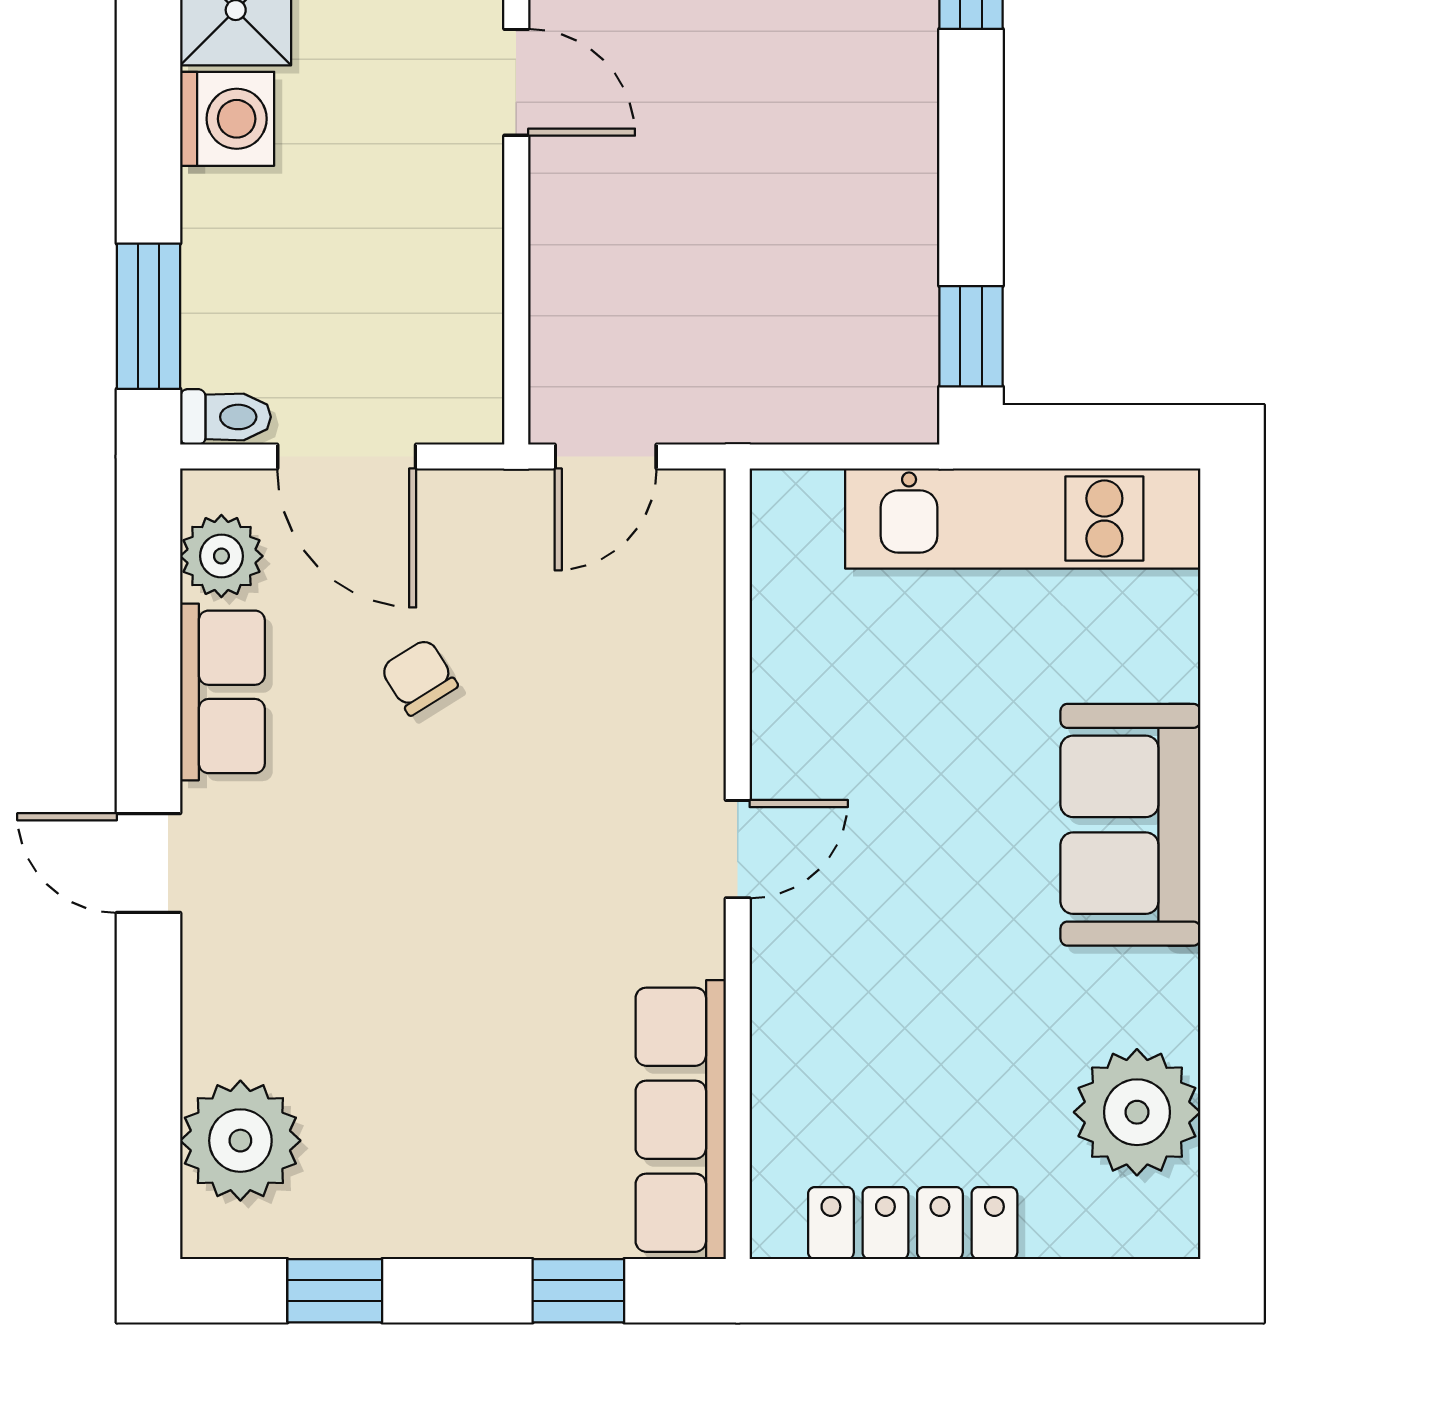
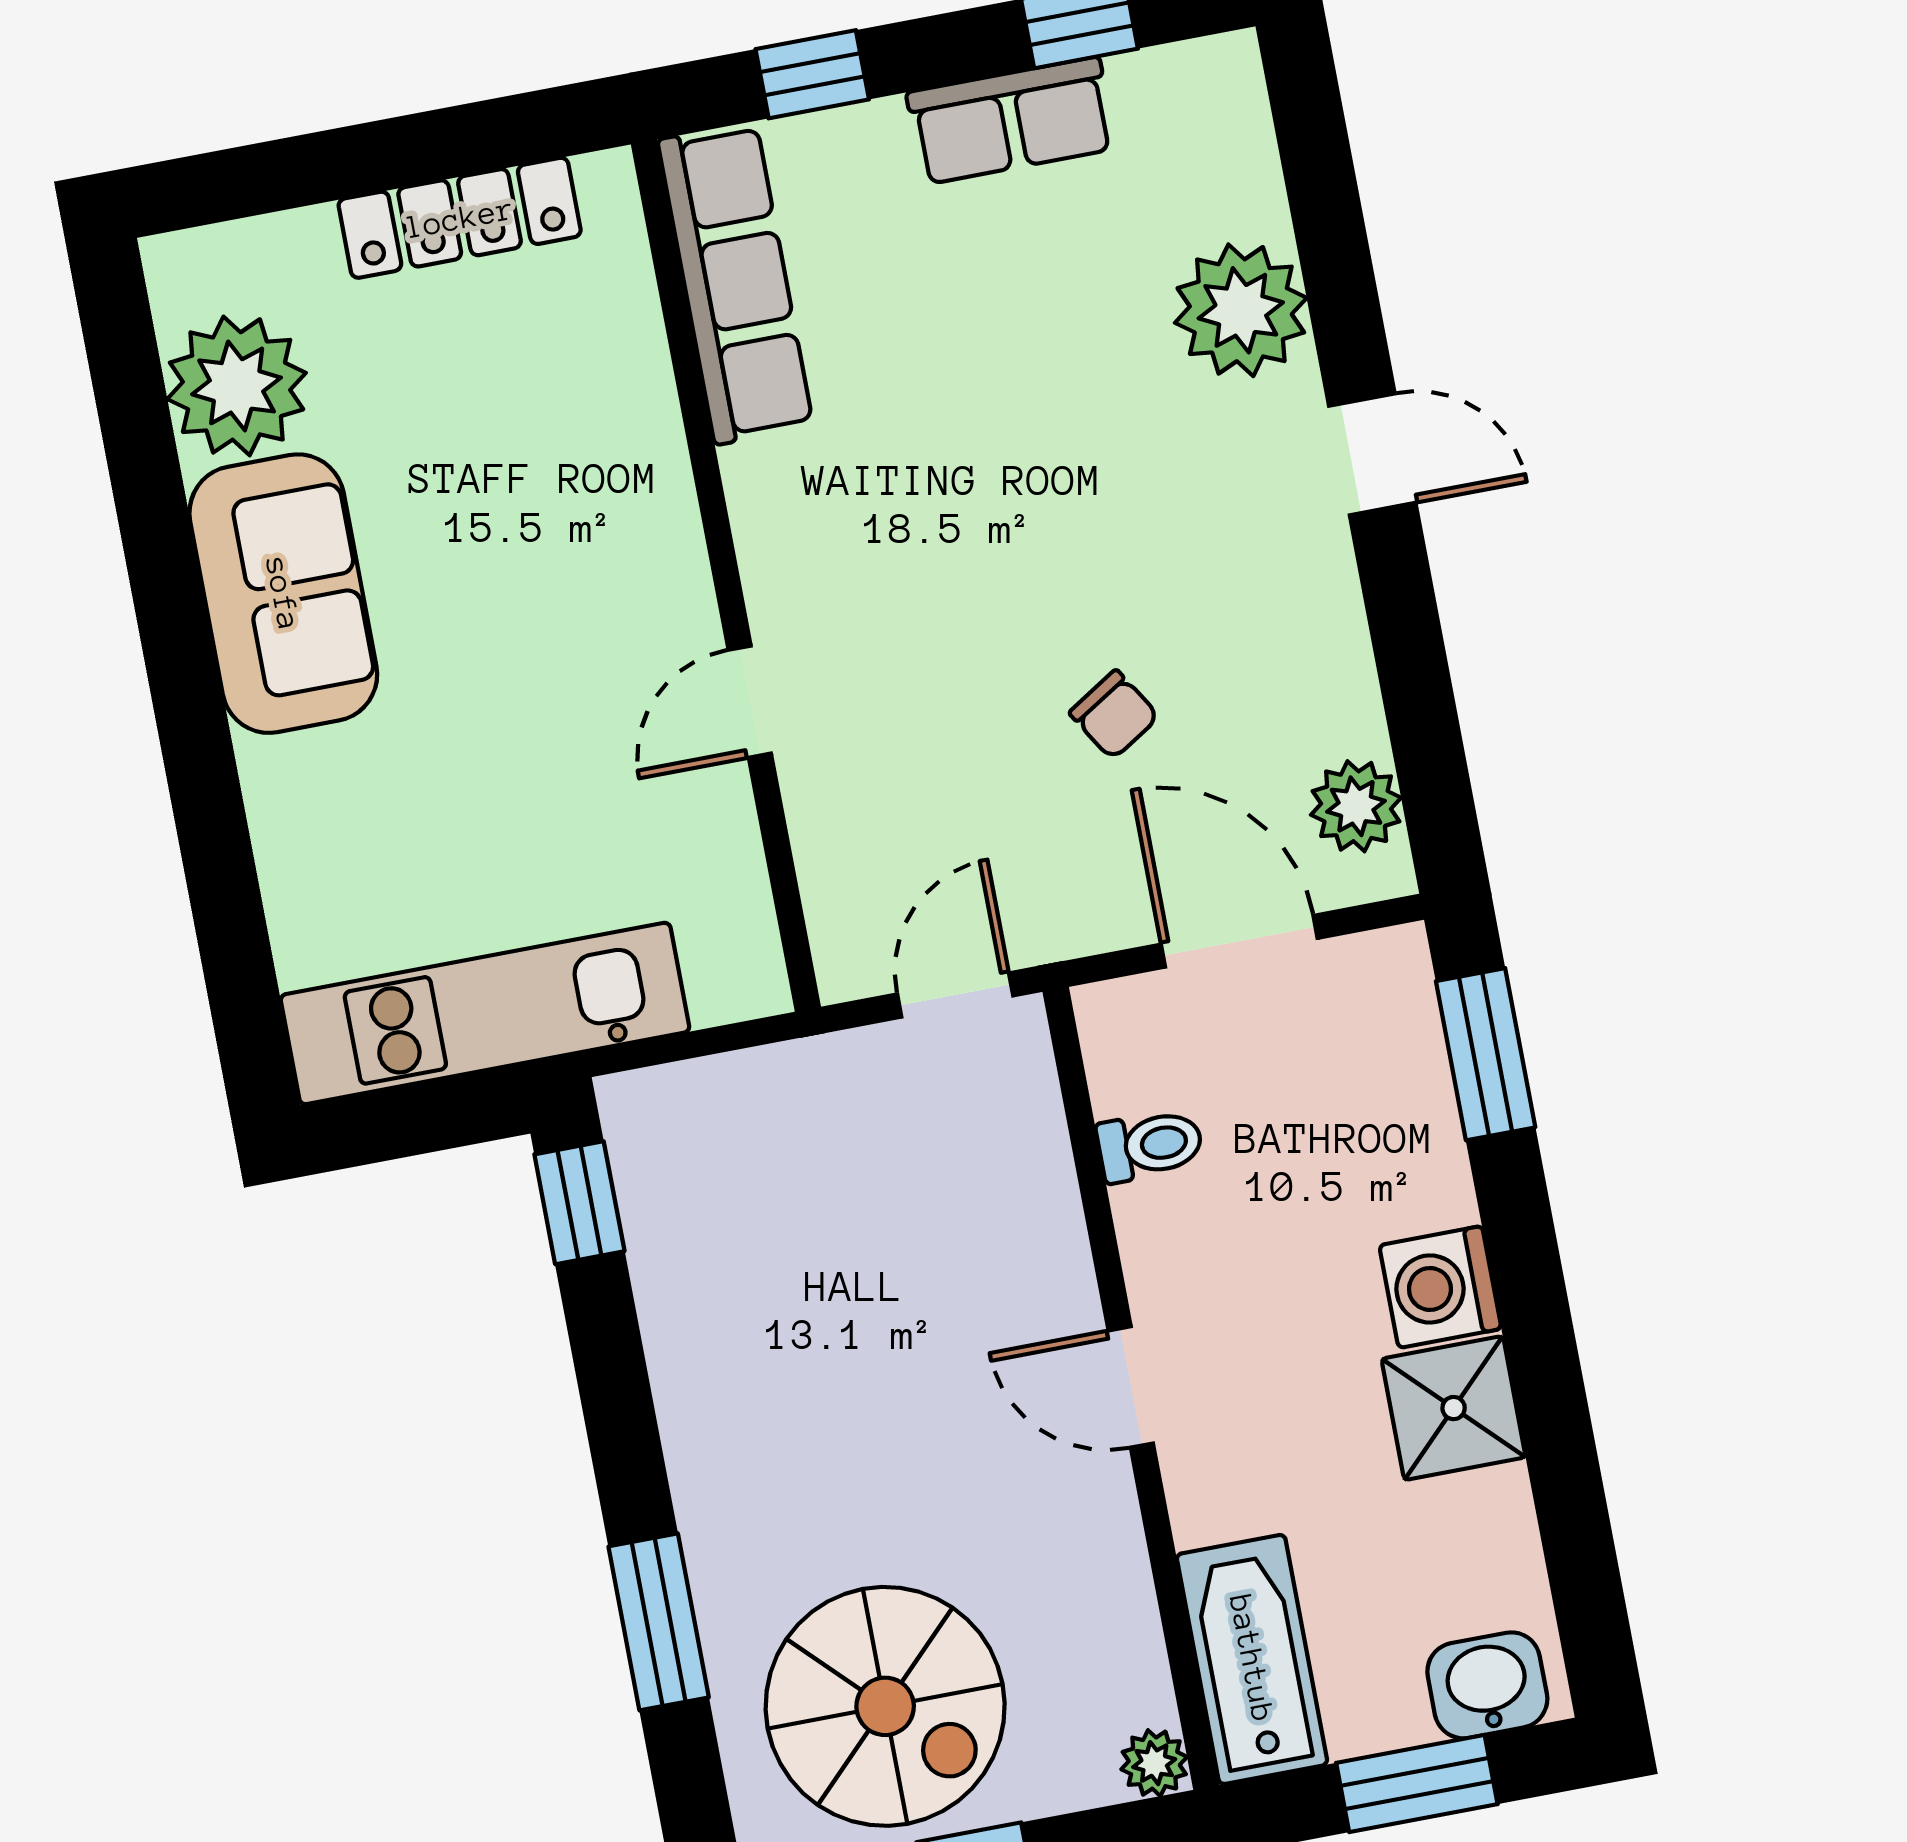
toilet: (226, 417) -> (1150, 1145), moved, turned 180
row of seats: (223, 692) -> (1011, 121), moved, turned -90
sofa: (1130, 825) -> (283, 594), moved
door: (738, 849) -> (750, 702), moved
plant: (240, 1141) -> (1241, 310), moved

